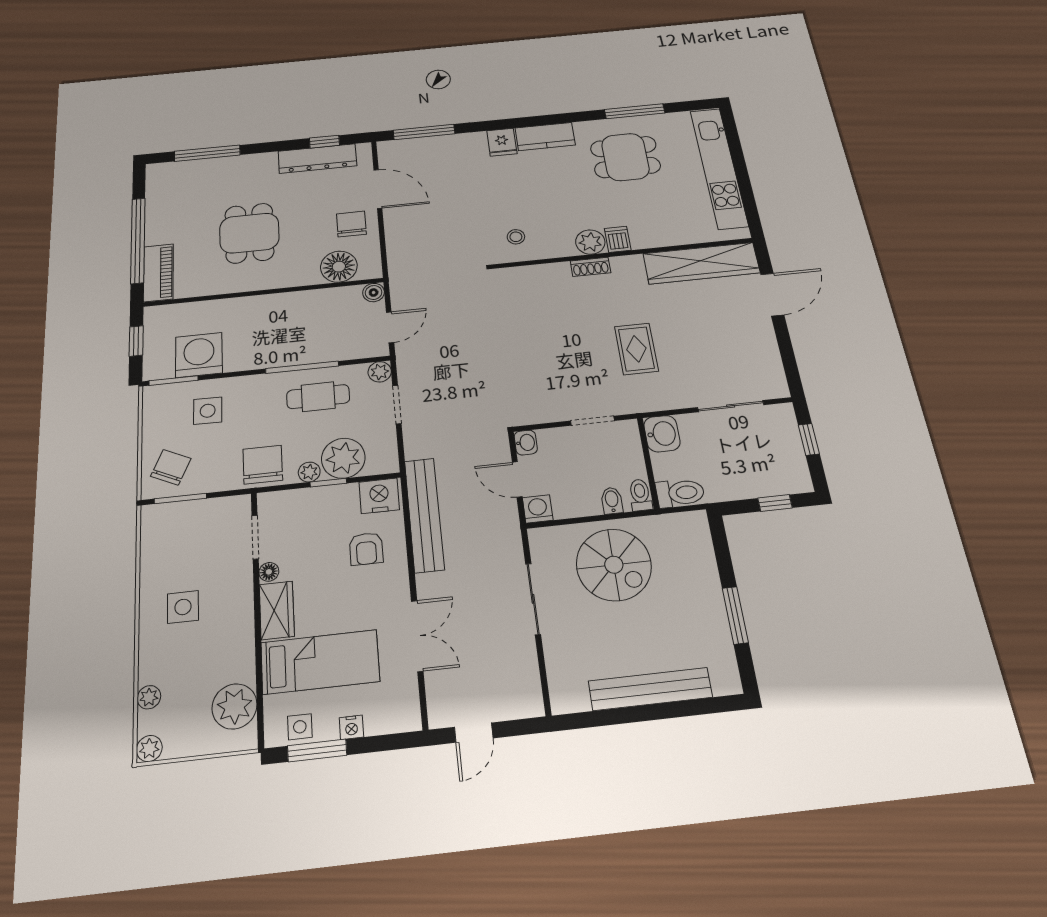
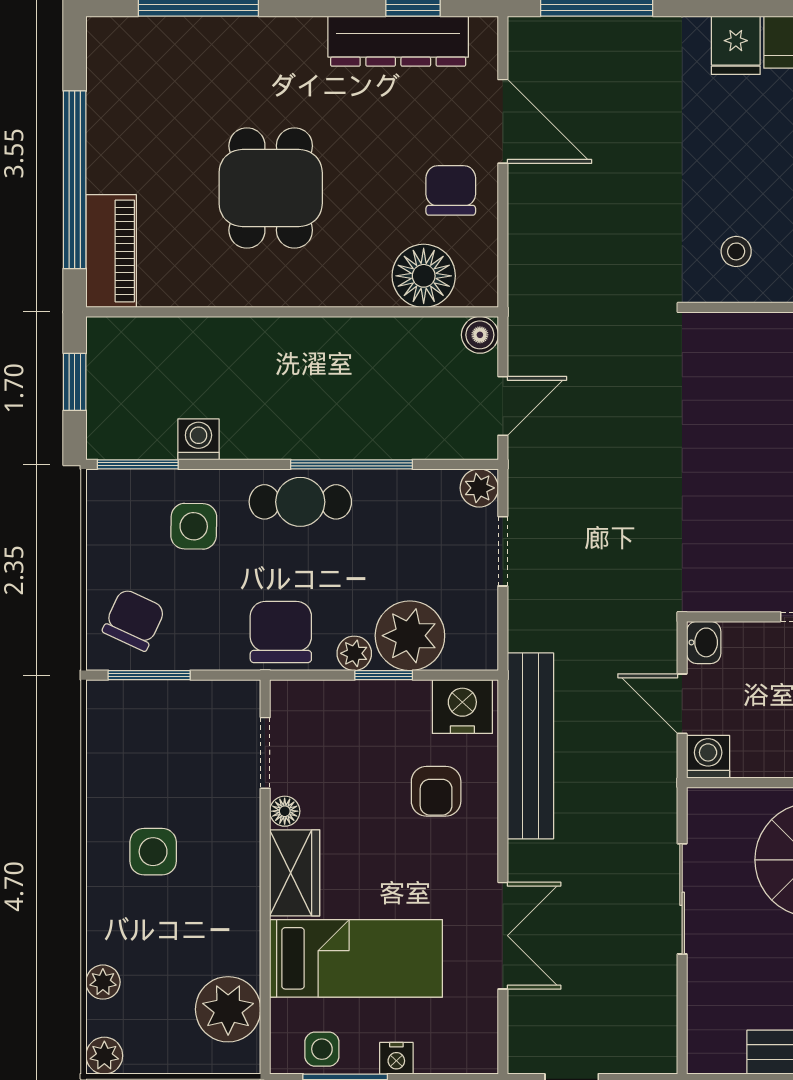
washing machine: (199, 355) -> (198, 439), width x0.53, depth x0.53
cafe table: (318, 397) -> (300, 502), moved

